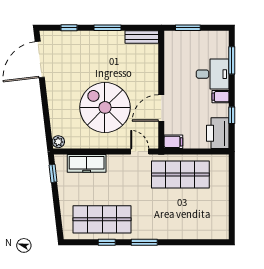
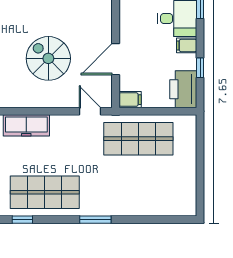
spiral stairs: (105, 107) -> (48, 58), width x0.73, depth x0.73
window: (107, 242) -> (22, 220), moved

